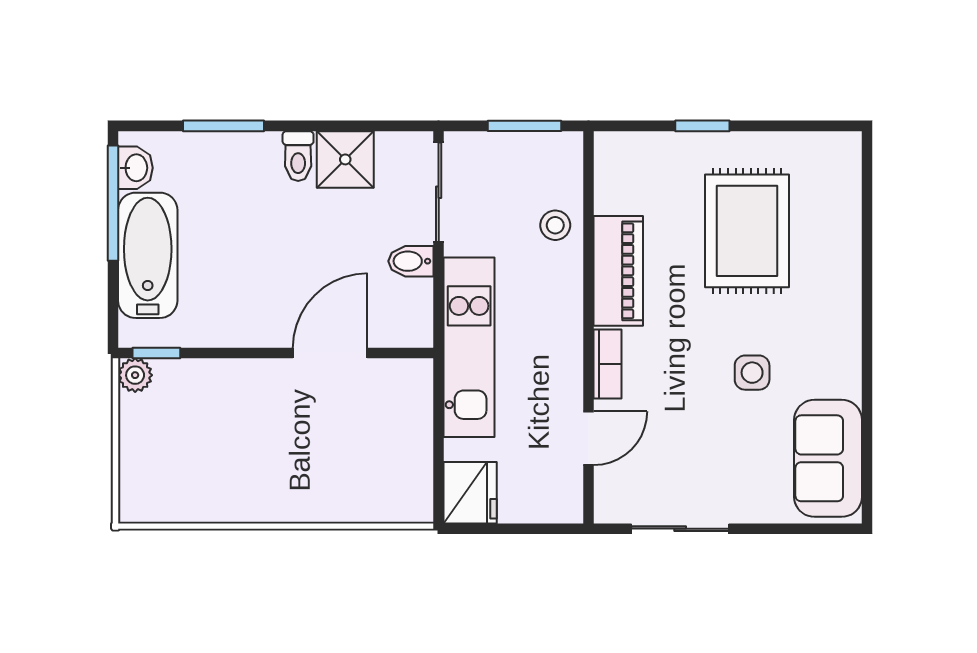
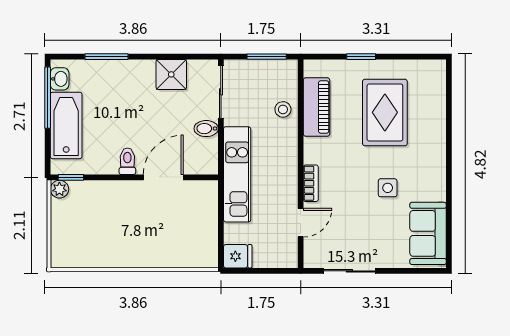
toilet: (298, 156) -> (127, 161), moved, turned 180
piano: (618, 271) -> (316, 107), moved
fridge: (470, 493) -> (238, 256), width x0.72

